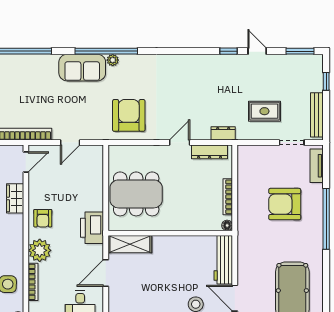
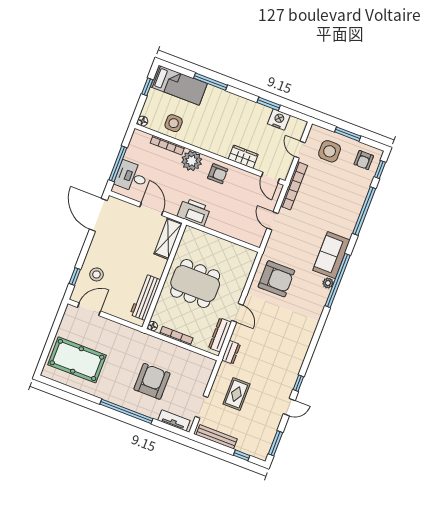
dining table: (136, 194) -> (195, 284), moved, turned 90
armchair: (43, 218) -> (218, 174), turned 180
workbench: (223, 260) -> (145, 297), moved, turned -90

